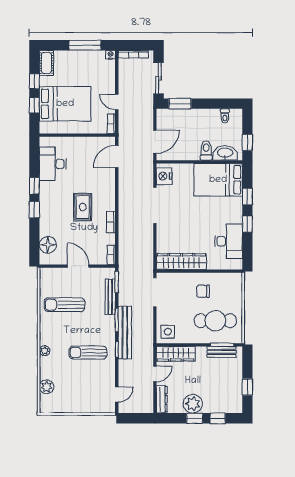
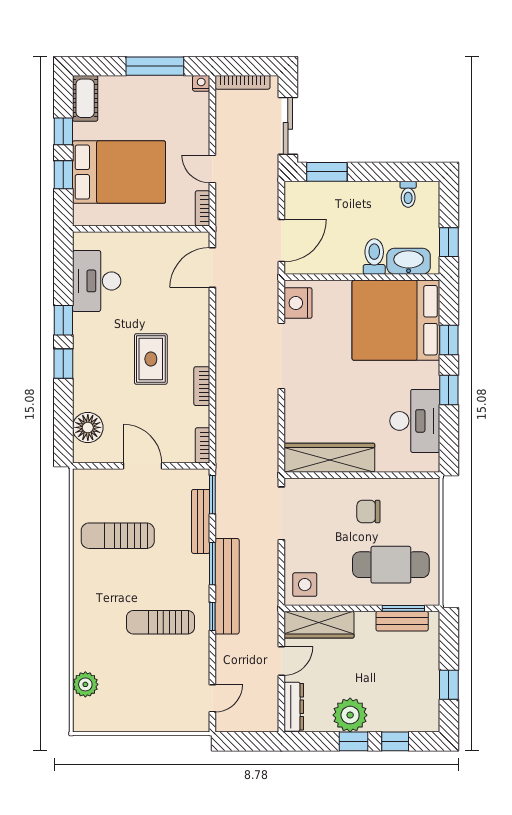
bed: (218, 180) -> (396, 320), width x1.36
plant: (45, 351) -> (82, 619), removed

